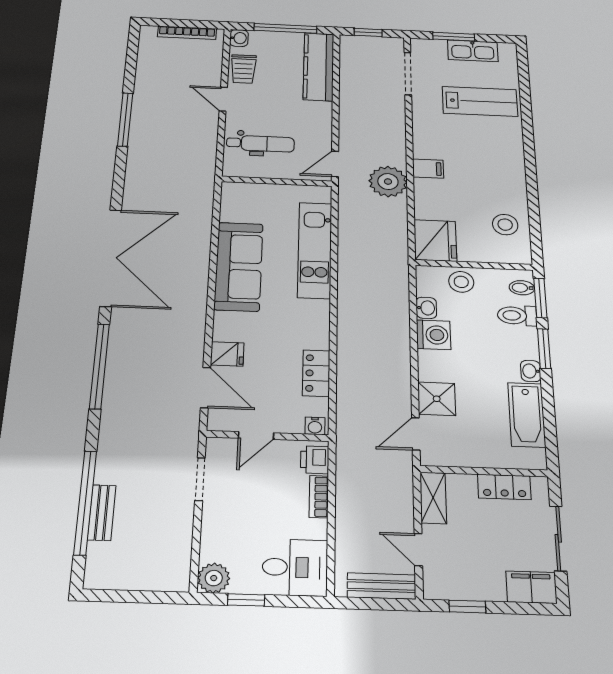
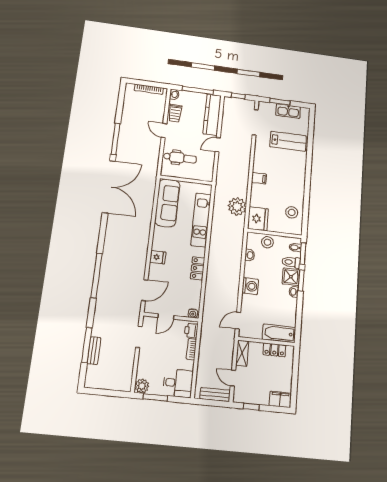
door: (335, 164) -> (218, 145), moved
plant: (388, 182) -> (237, 207), moved
double door: (111, 257) -> (109, 187), moved
sofa: (239, 266) -> (167, 203), moved
washing machine: (434, 335) -> (250, 286), moved
fridge: (227, 354) -> (158, 257), moved
locker: (316, 373) -> (198, 268), moved
door: (206, 388) -> (145, 290), hinge flipped
shower: (437, 399) -> (291, 277), moved
bathtub: (527, 415) -> (279, 333), moved, turned 90
window: (85, 502) -> (87, 345), width x0.68
sliding door: (558, 538) -> (295, 377), removed
window: (246, 600) -> (155, 397), width x1.50

